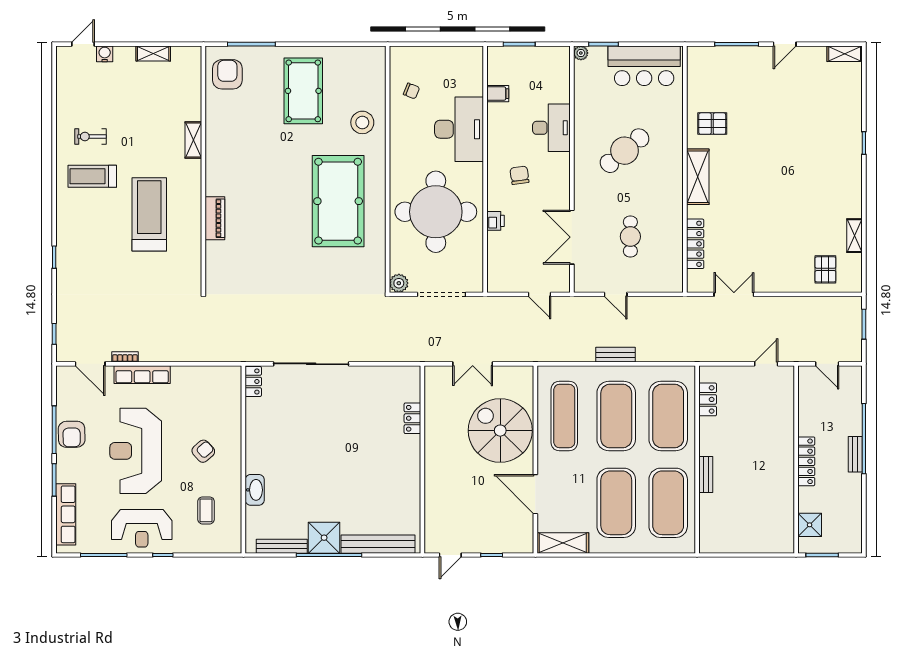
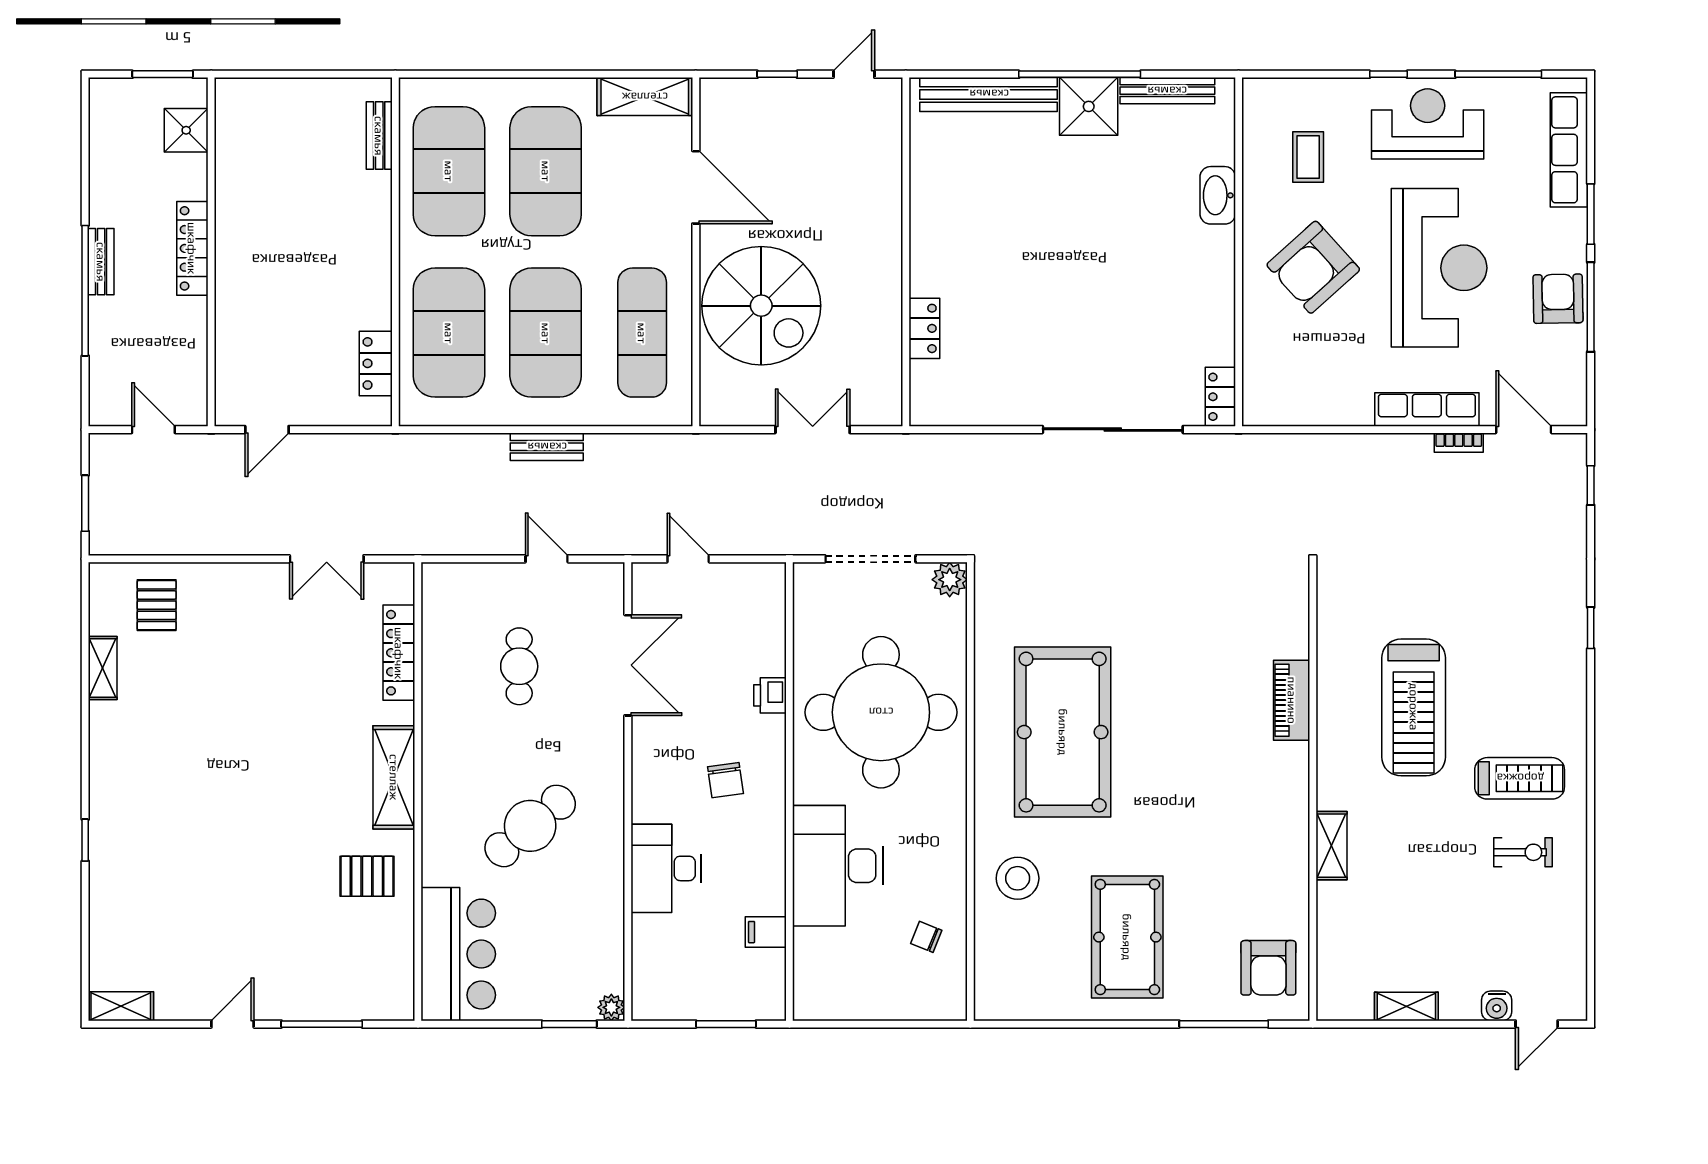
bar counter: (644, 66) -> (458, 954), moved, turned 90
armchair: (203, 451) -> (1313, 267), width x1.88, depth x1.88
bench: (706, 474) -> (379, 136), moved

